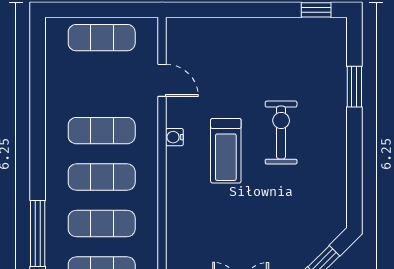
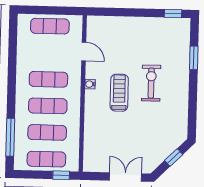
treadmill: (226, 151) -> (119, 93), turned 180

